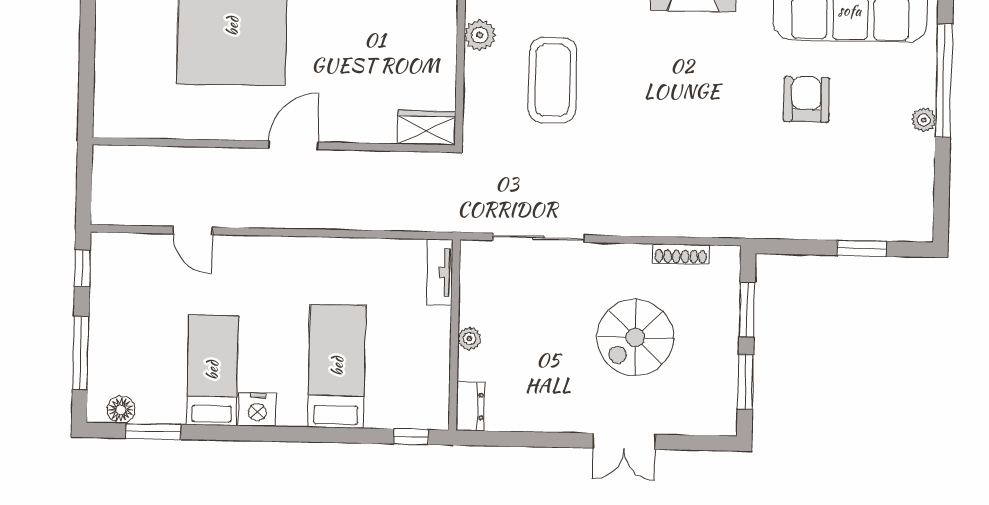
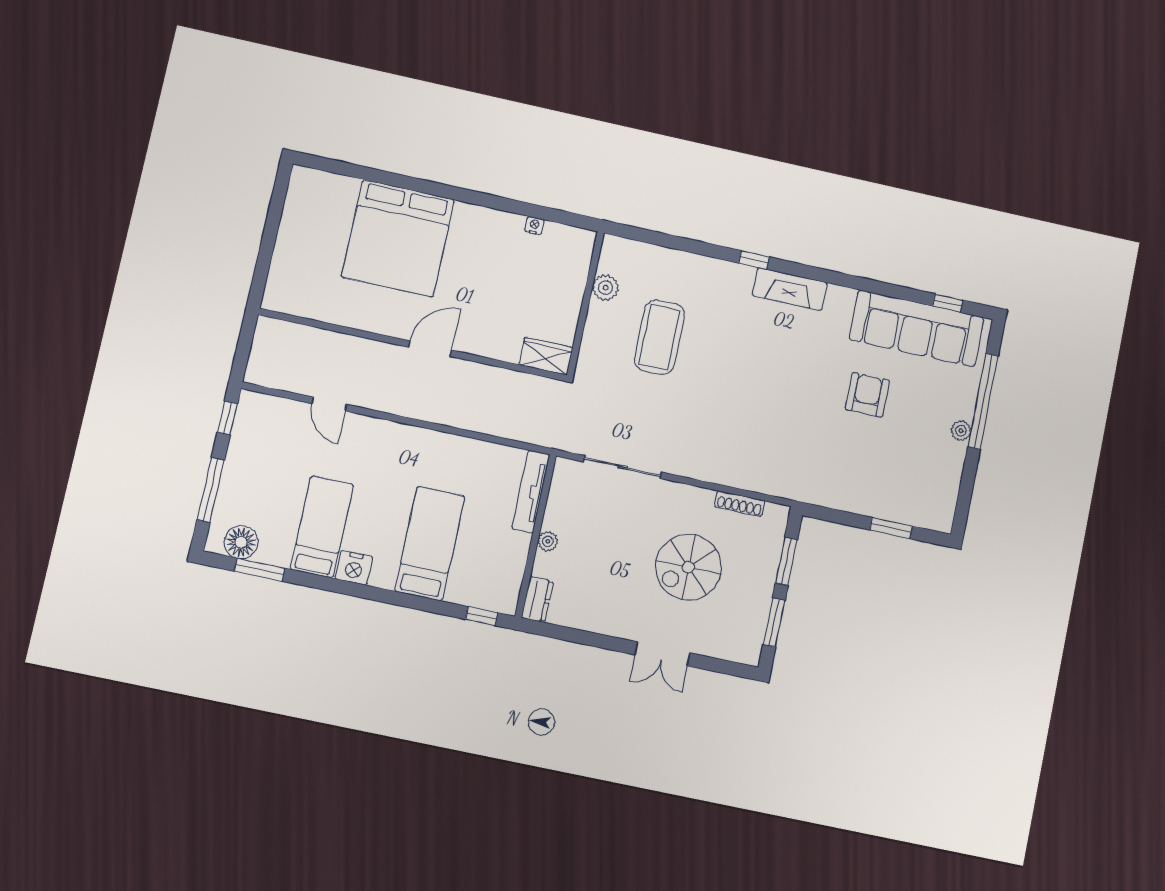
tv unit: (440, 272) -> (531, 492), width x1.41
floor lamp: (121, 410) -> (241, 542), width x1.38, depth x1.38

